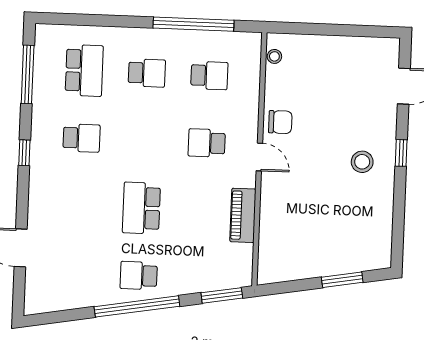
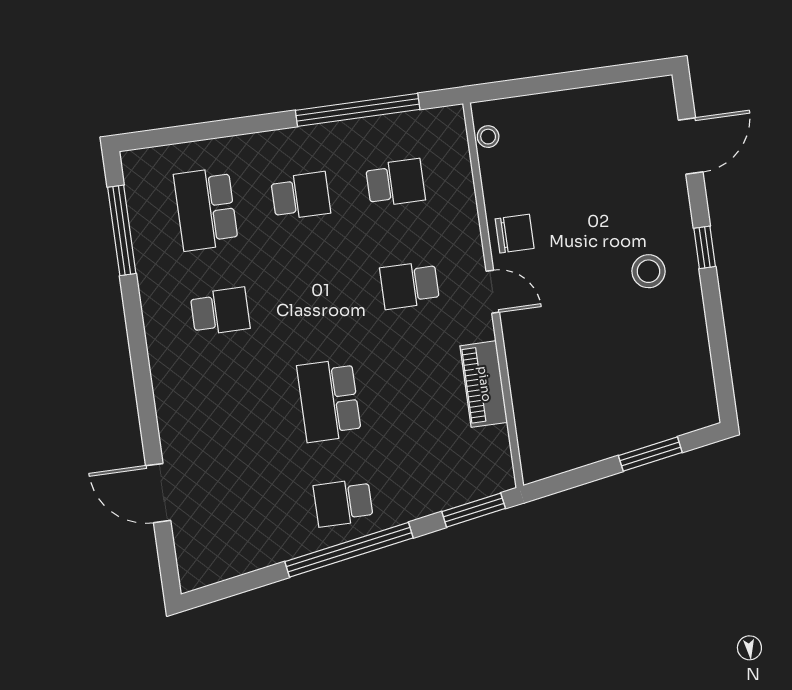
school desk: (84, 70) -> (206, 209), turned 180
window: (24, 153) -> (138, 349), removed

